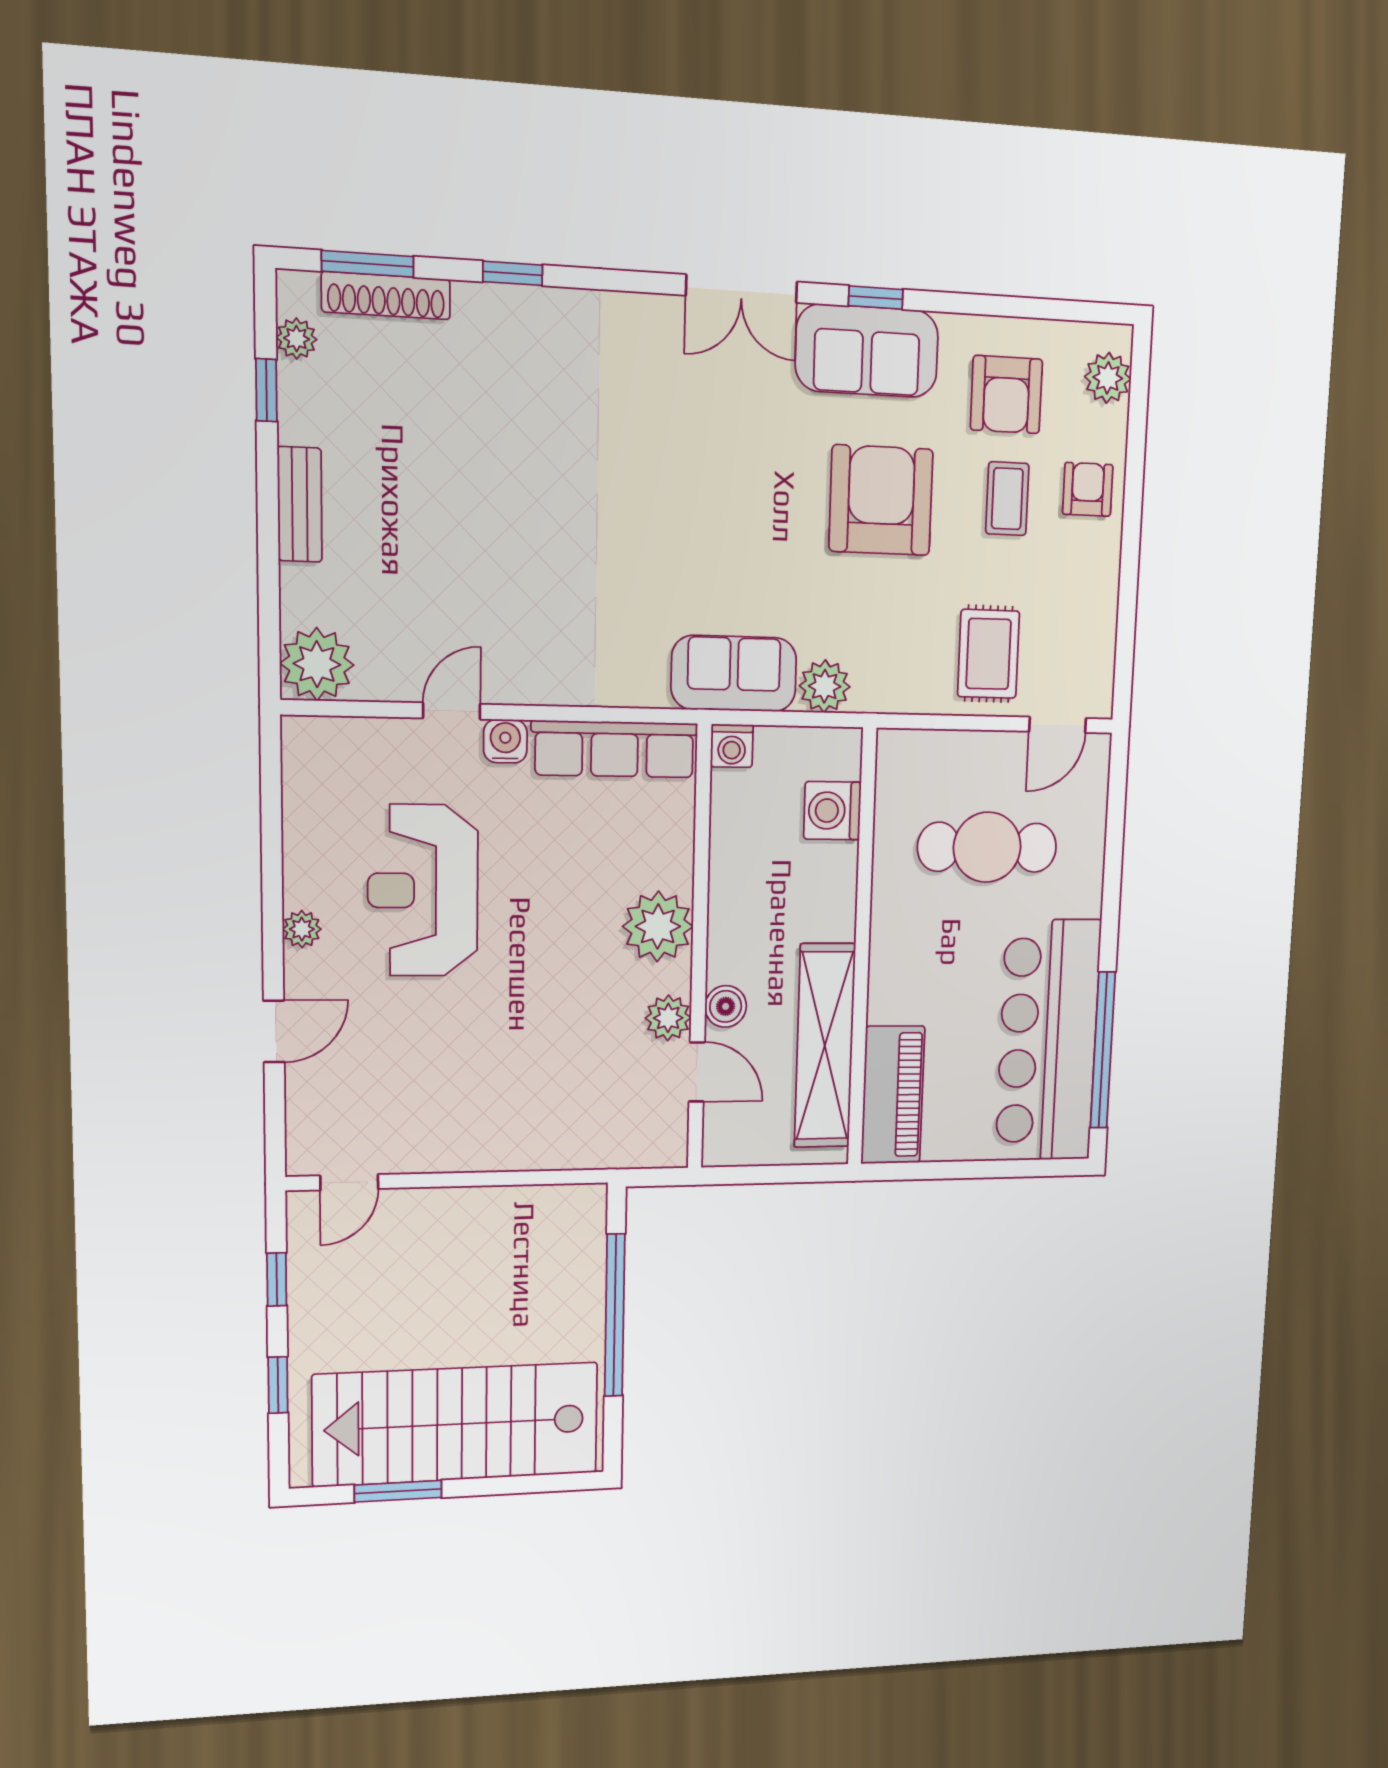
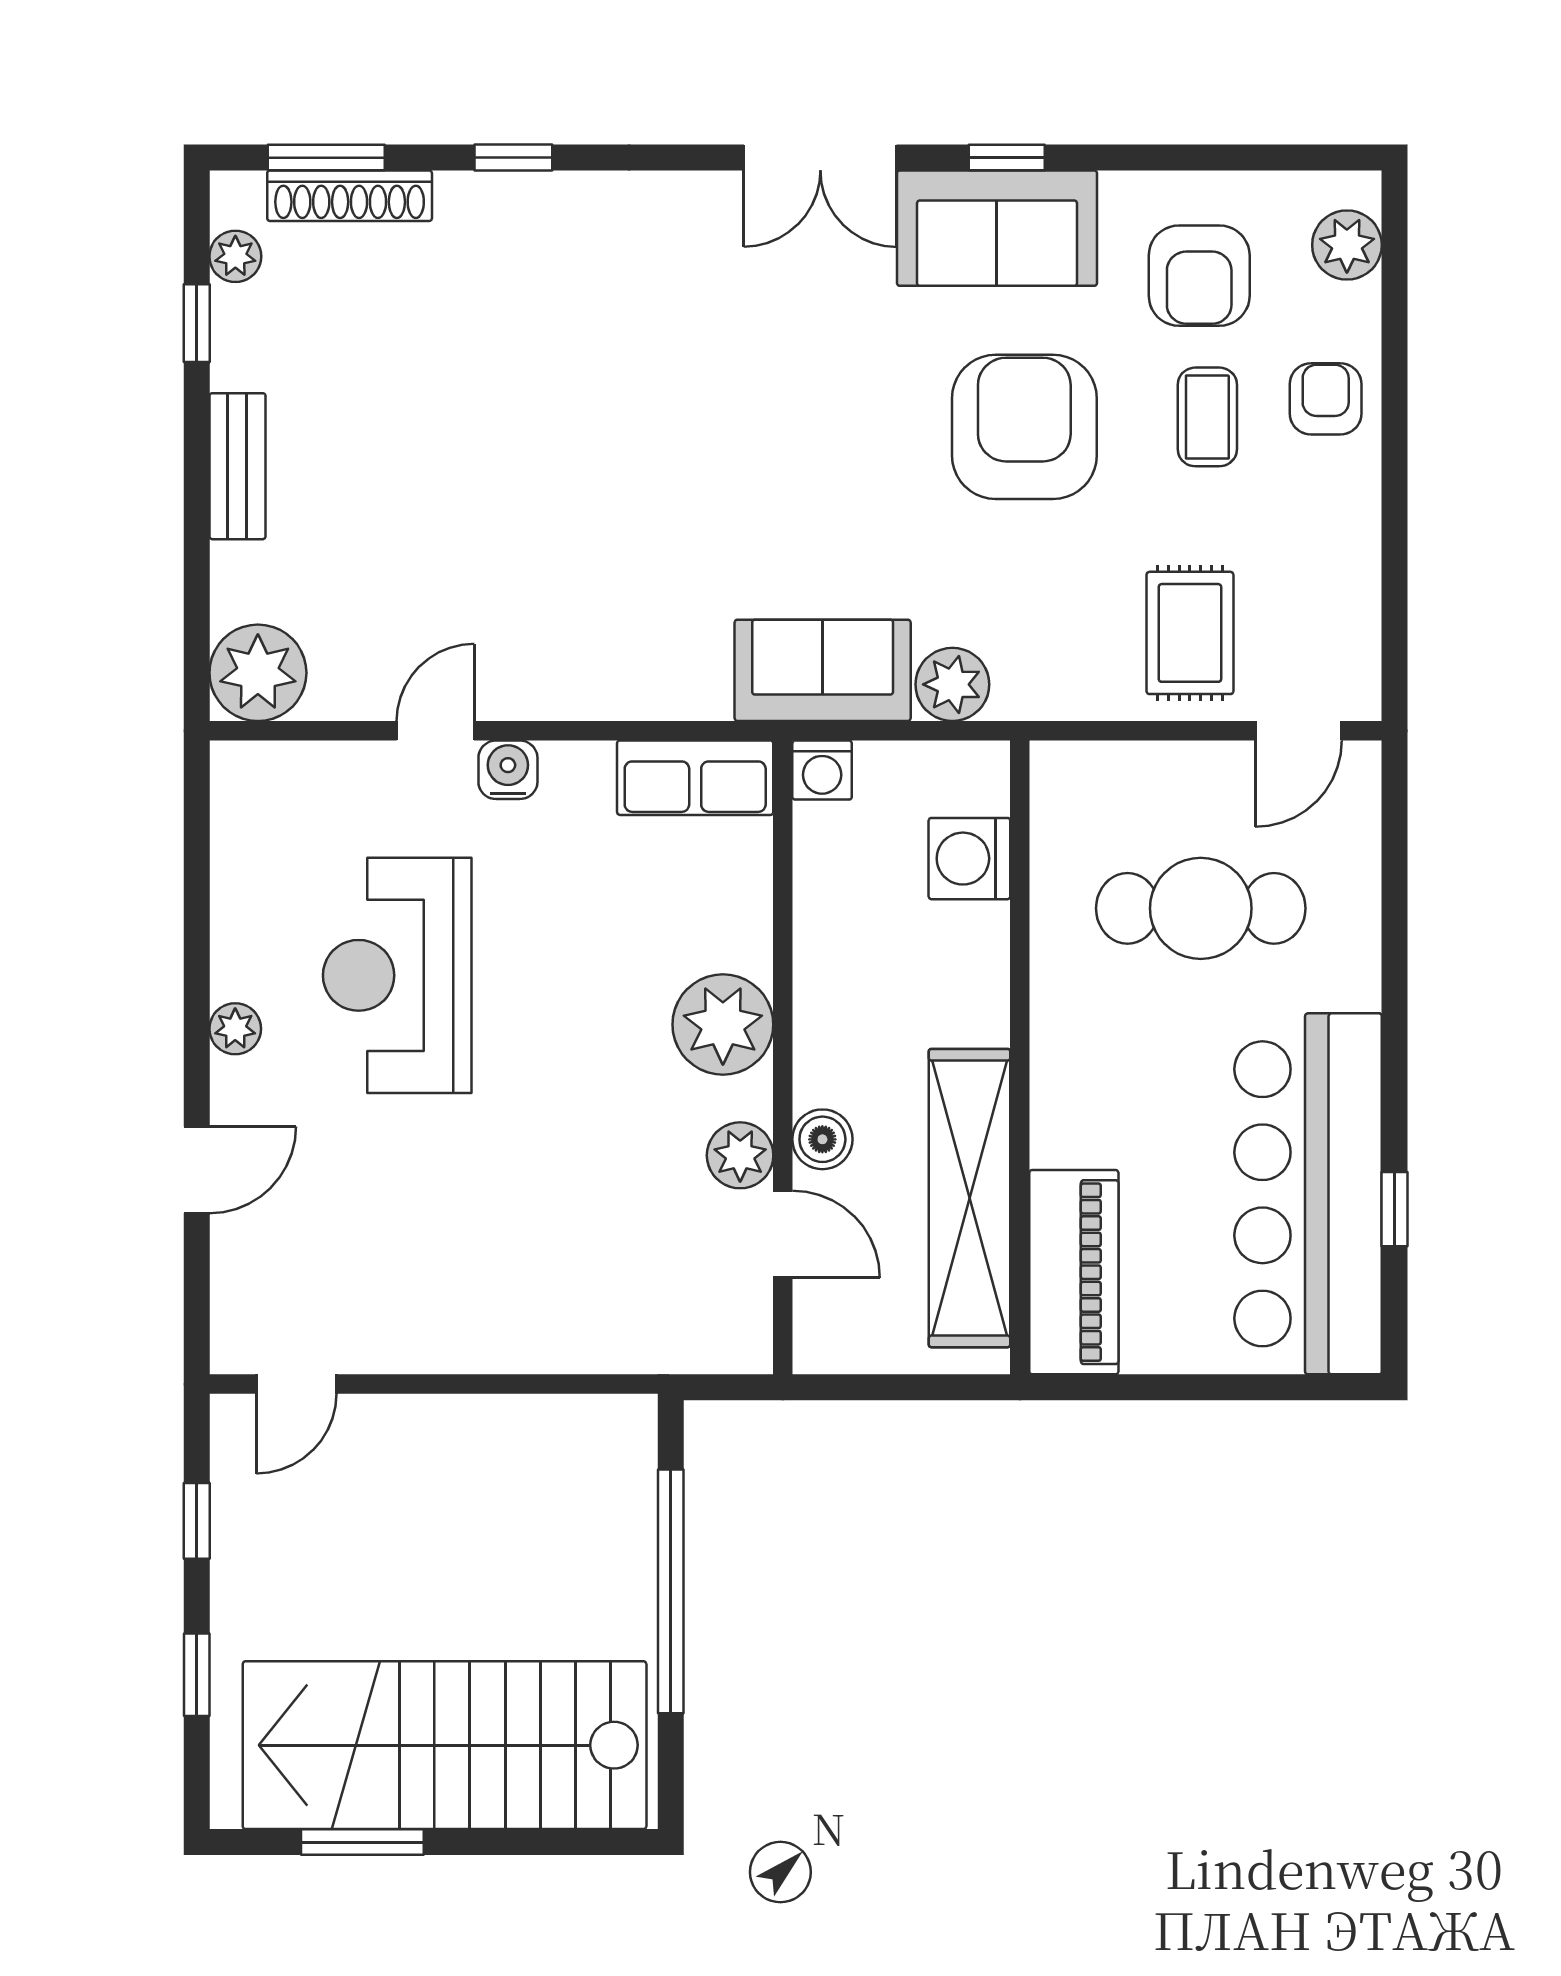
row of seats: (615, 749) -> (695, 778), width x0.68
window: (1103, 1050) -> (1394, 1209), width x0.32

